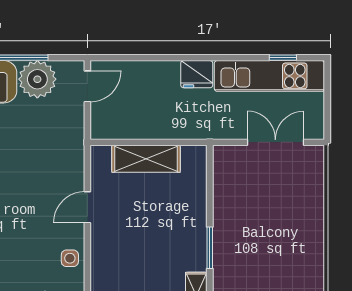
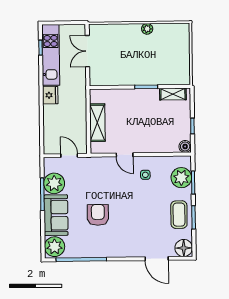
door: (87, 86) -> (69, 155), moved
plant: (315, 251) -> (147, 29), added
side table: (70, 258) -> (145, 175), moved

